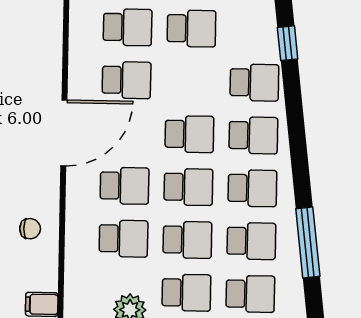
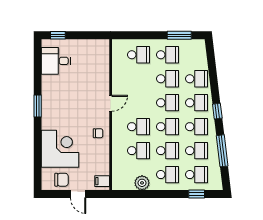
window: (288, 43) -> (217, 111), moved
school desk: (127, 80) -> (168, 79), moved
door: (64, 133) -> (111, 103), width x0.53
chair: (30, 229) -> (98, 133), moved

